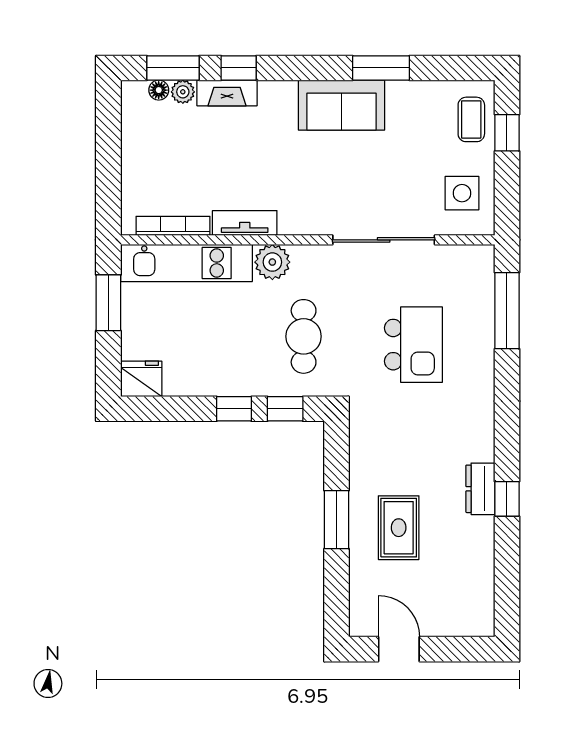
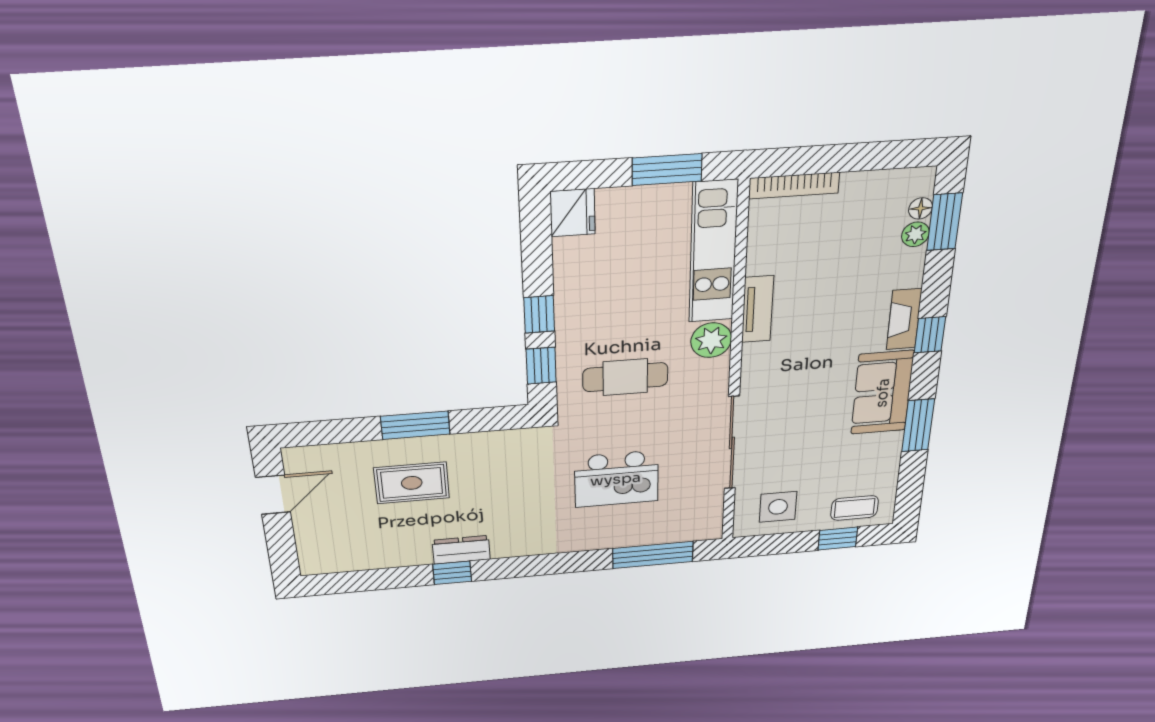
window: (239, 68) -> (930, 335), moved
fireplace: (227, 93) -> (904, 319), moved
bookcase: (173, 226) -> (794, 186), moved, turned 90

